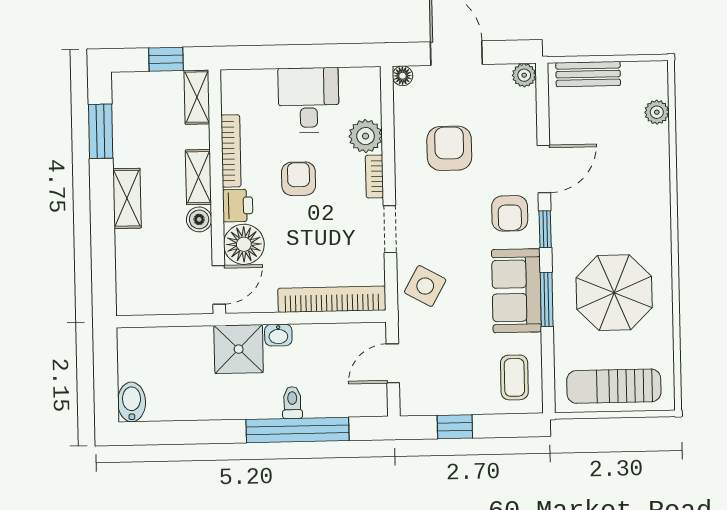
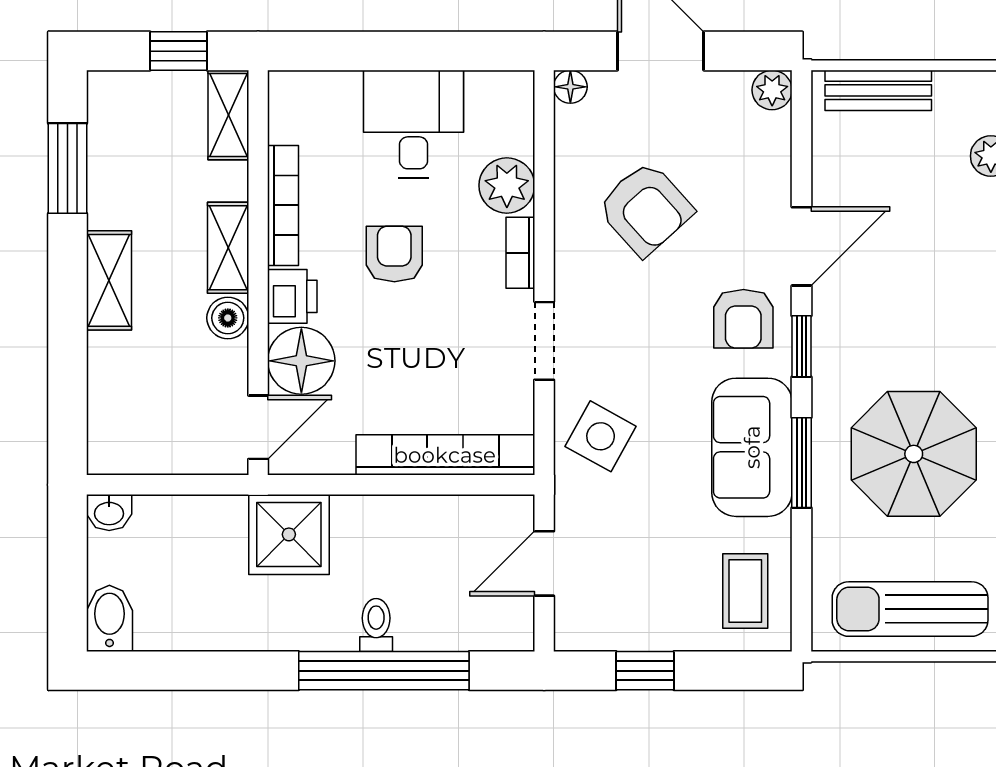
armchair: (449, 148) -> (645, 209), turned 138
washbasin: (278, 335) -> (109, 512), moved

